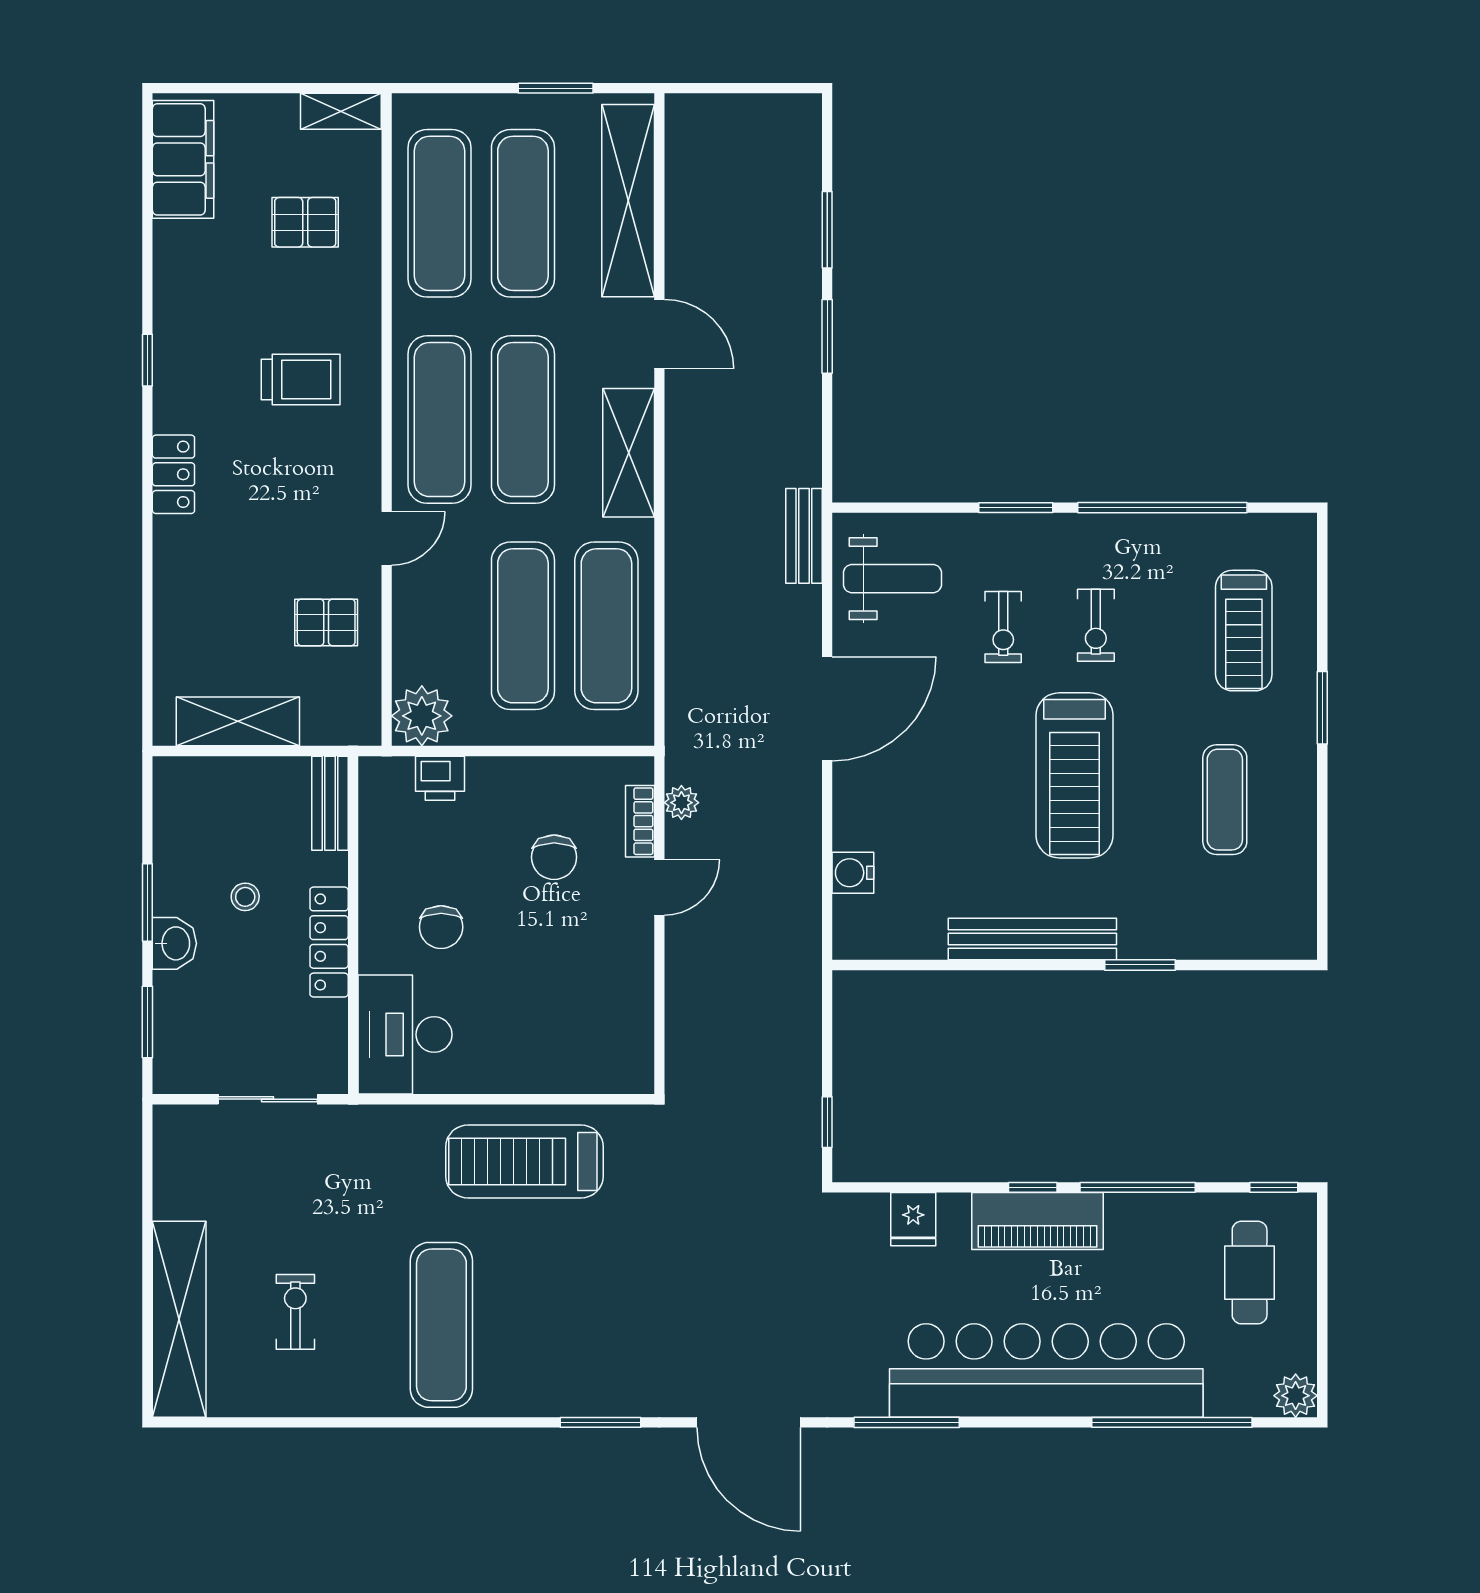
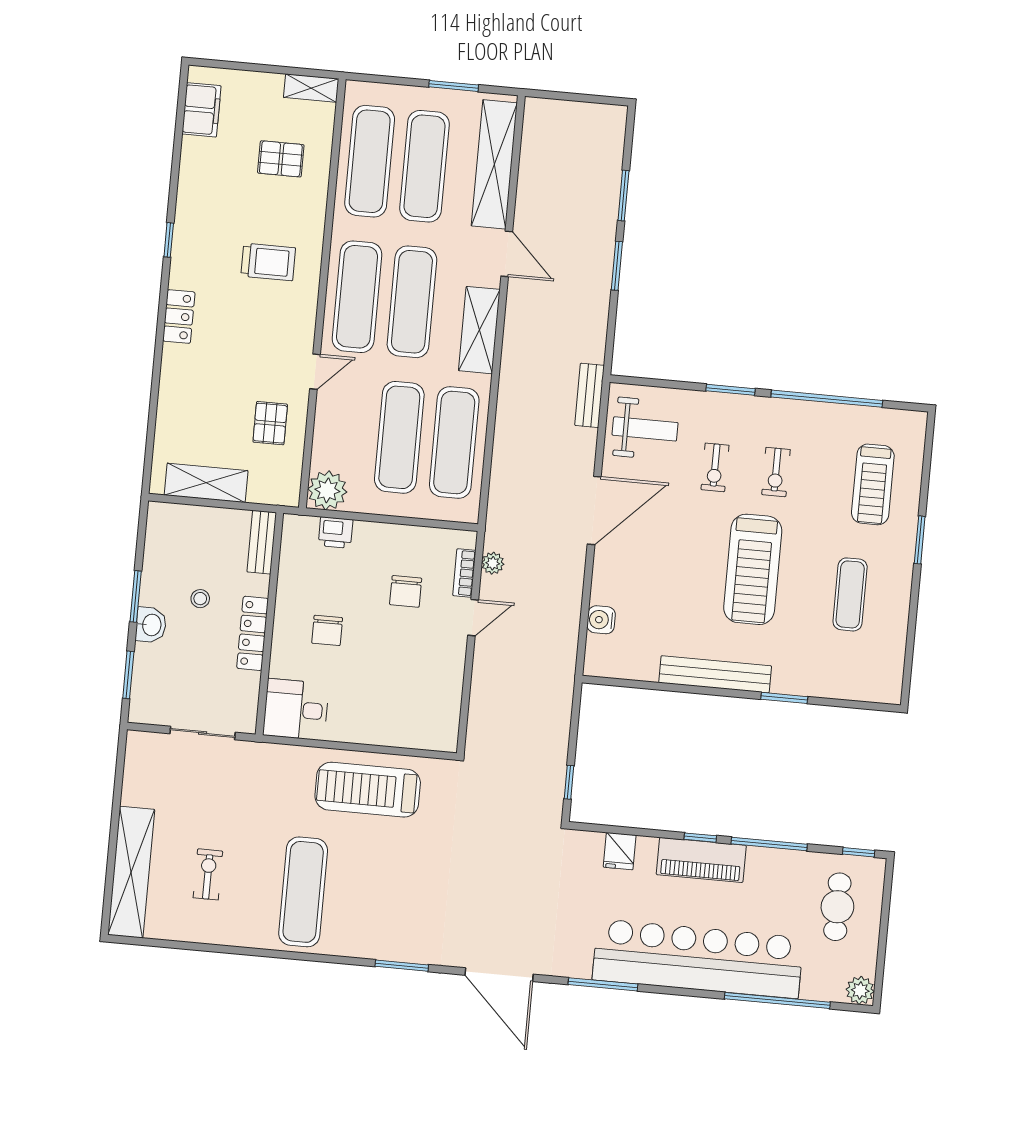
filing cabinet: (183, 159) -> (201, 110), width x0.67, depth x0.86
pallet: (326, 622) -> (270, 423), turned 90
desk: (405, 1035) -> (296, 709), width x0.73

